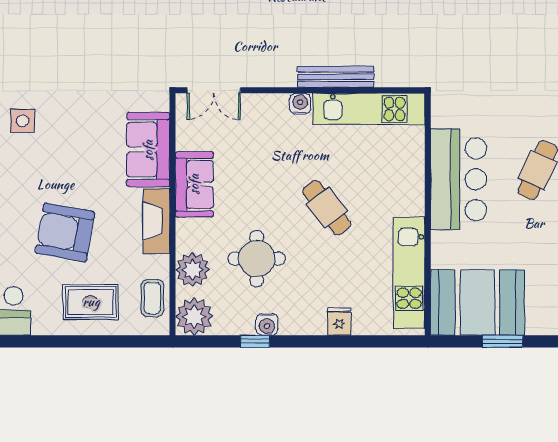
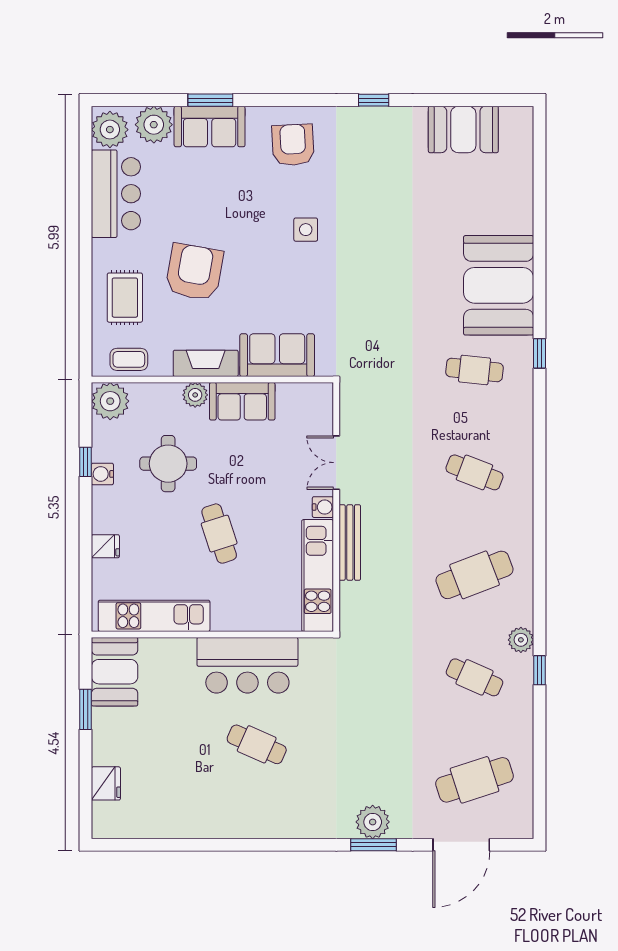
double door: (214, 90) -> (336, 463), moved
cafe table: (327, 208) -> (219, 534), turned -70
plant: (193, 270) -> (195, 395), moved, width x0.73, depth x0.73
booth: (477, 302) -> (115, 672), width x0.73, depth x0.70

